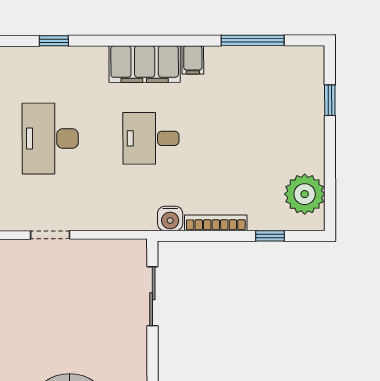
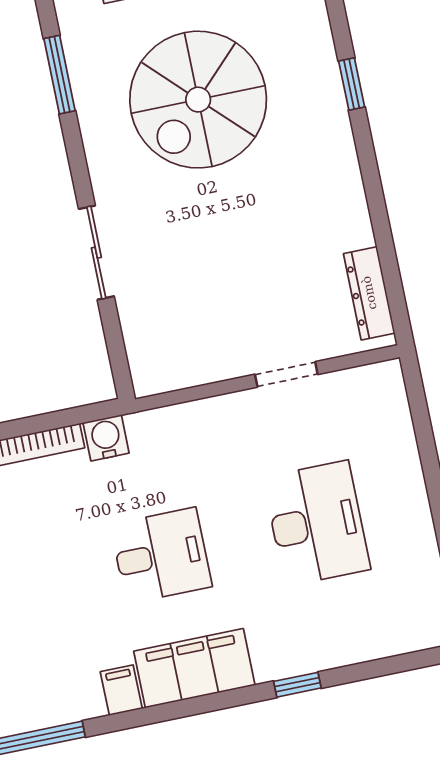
window: (54, 41) -> (297, 685), moved
sliding door: (152, 296) -> (96, 253), moved

